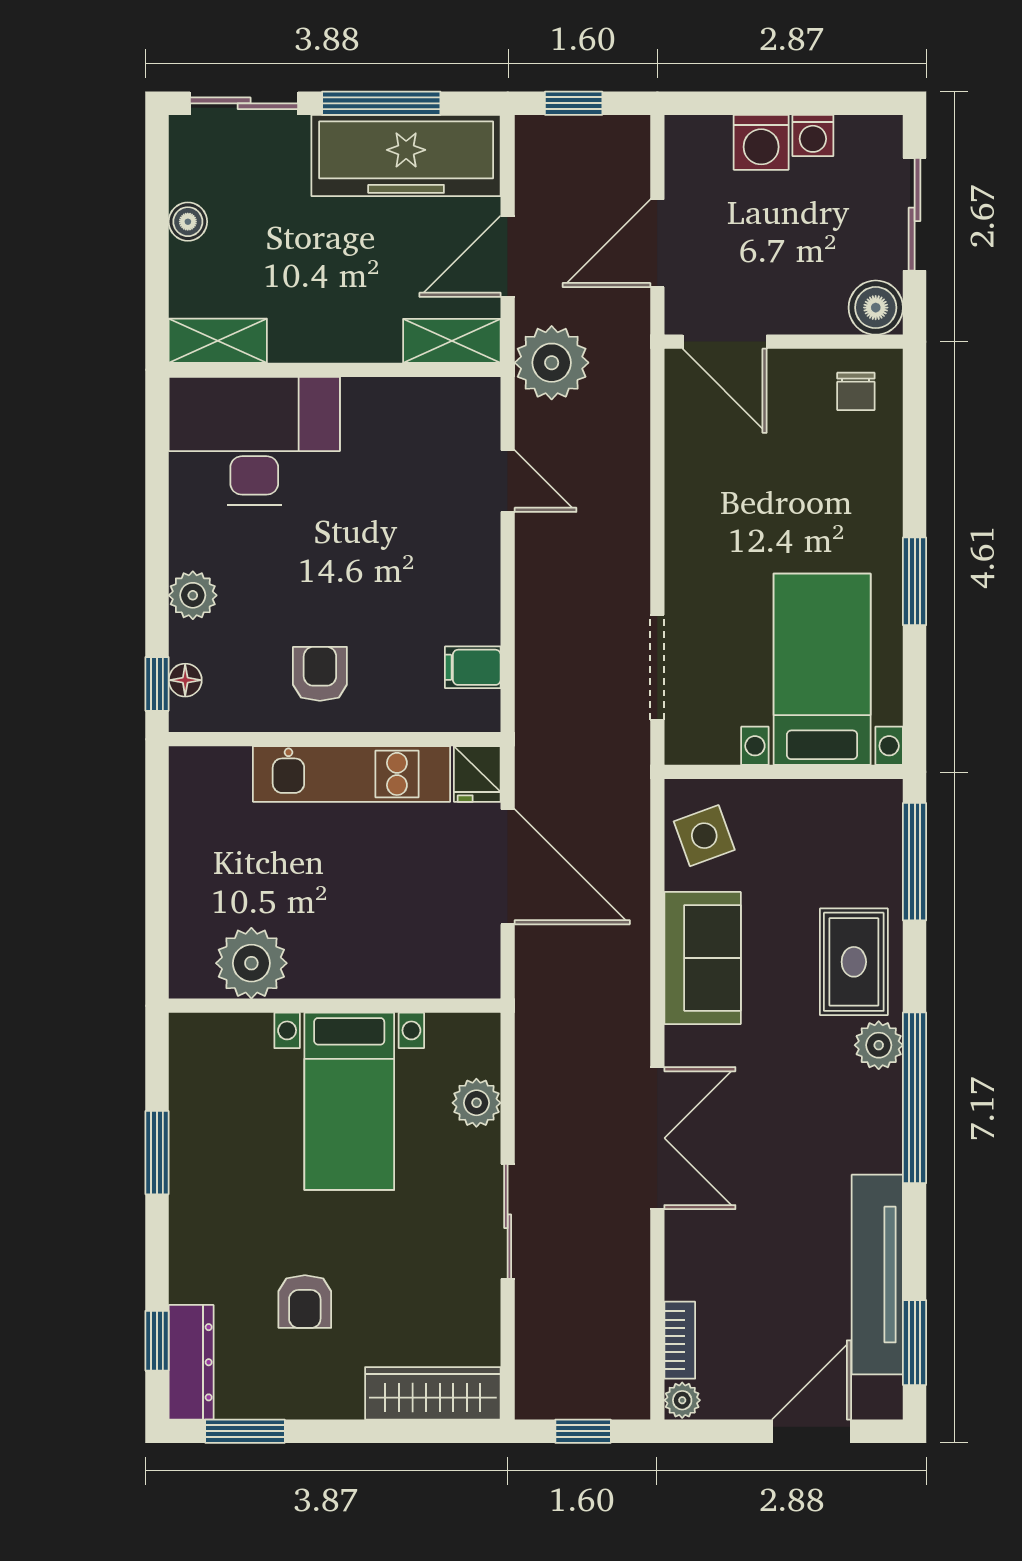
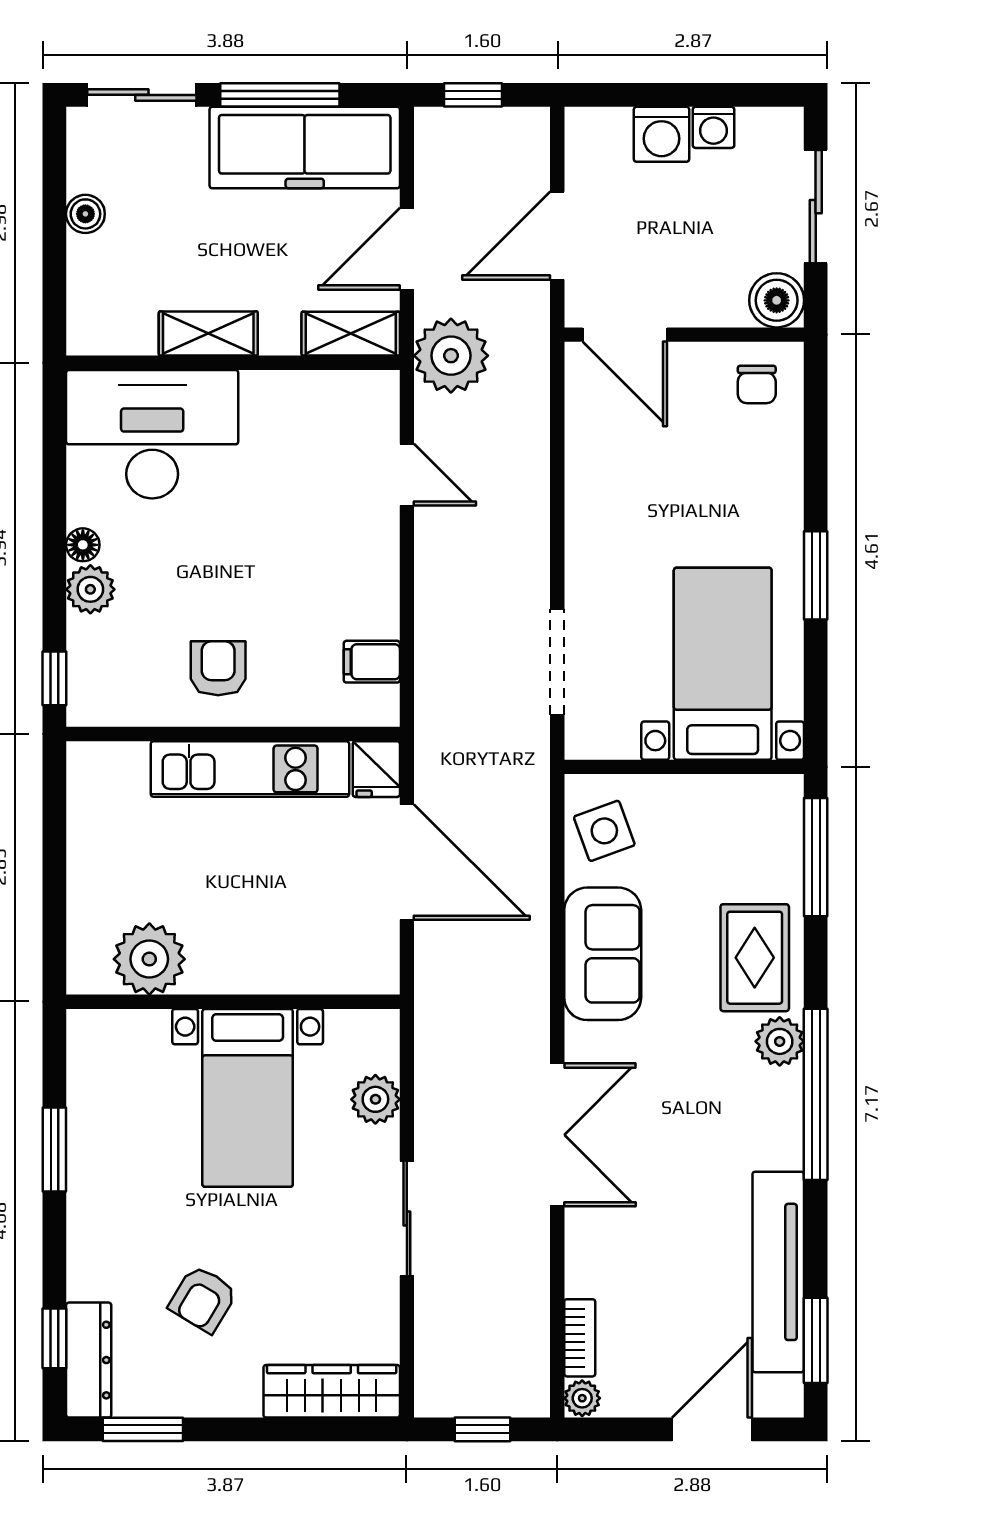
shelving: (218, 341) -> (208, 334), moved
floor lamp: (185, 680) -> (83, 545), moved
armchair: (305, 1302) -> (203, 1299), turned 31

